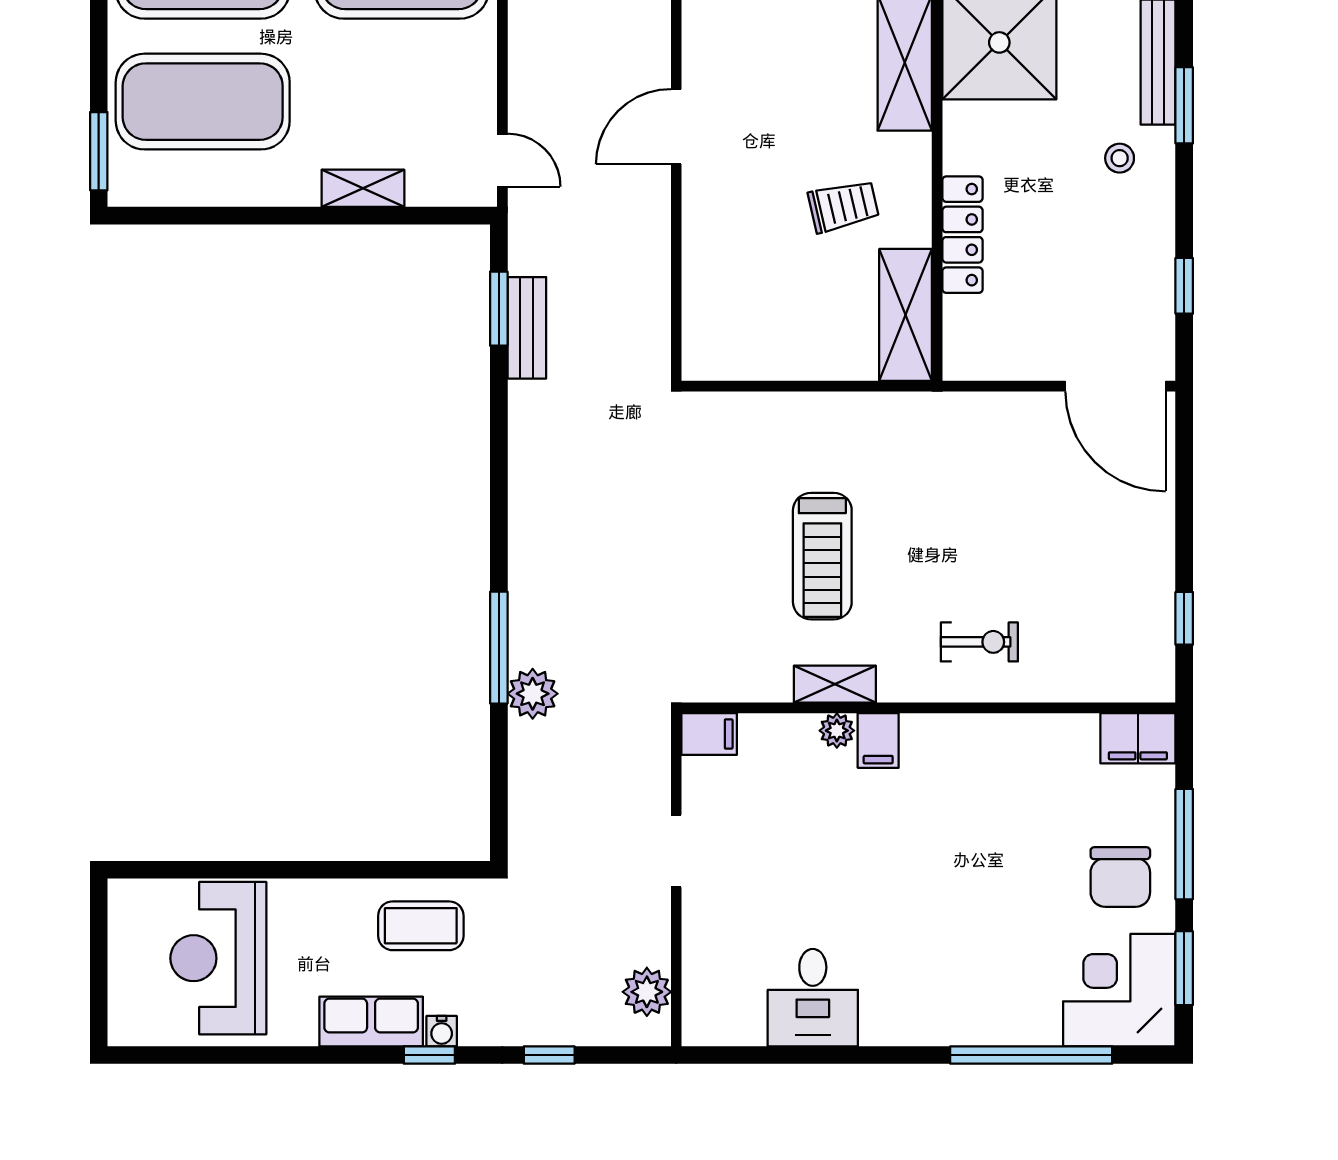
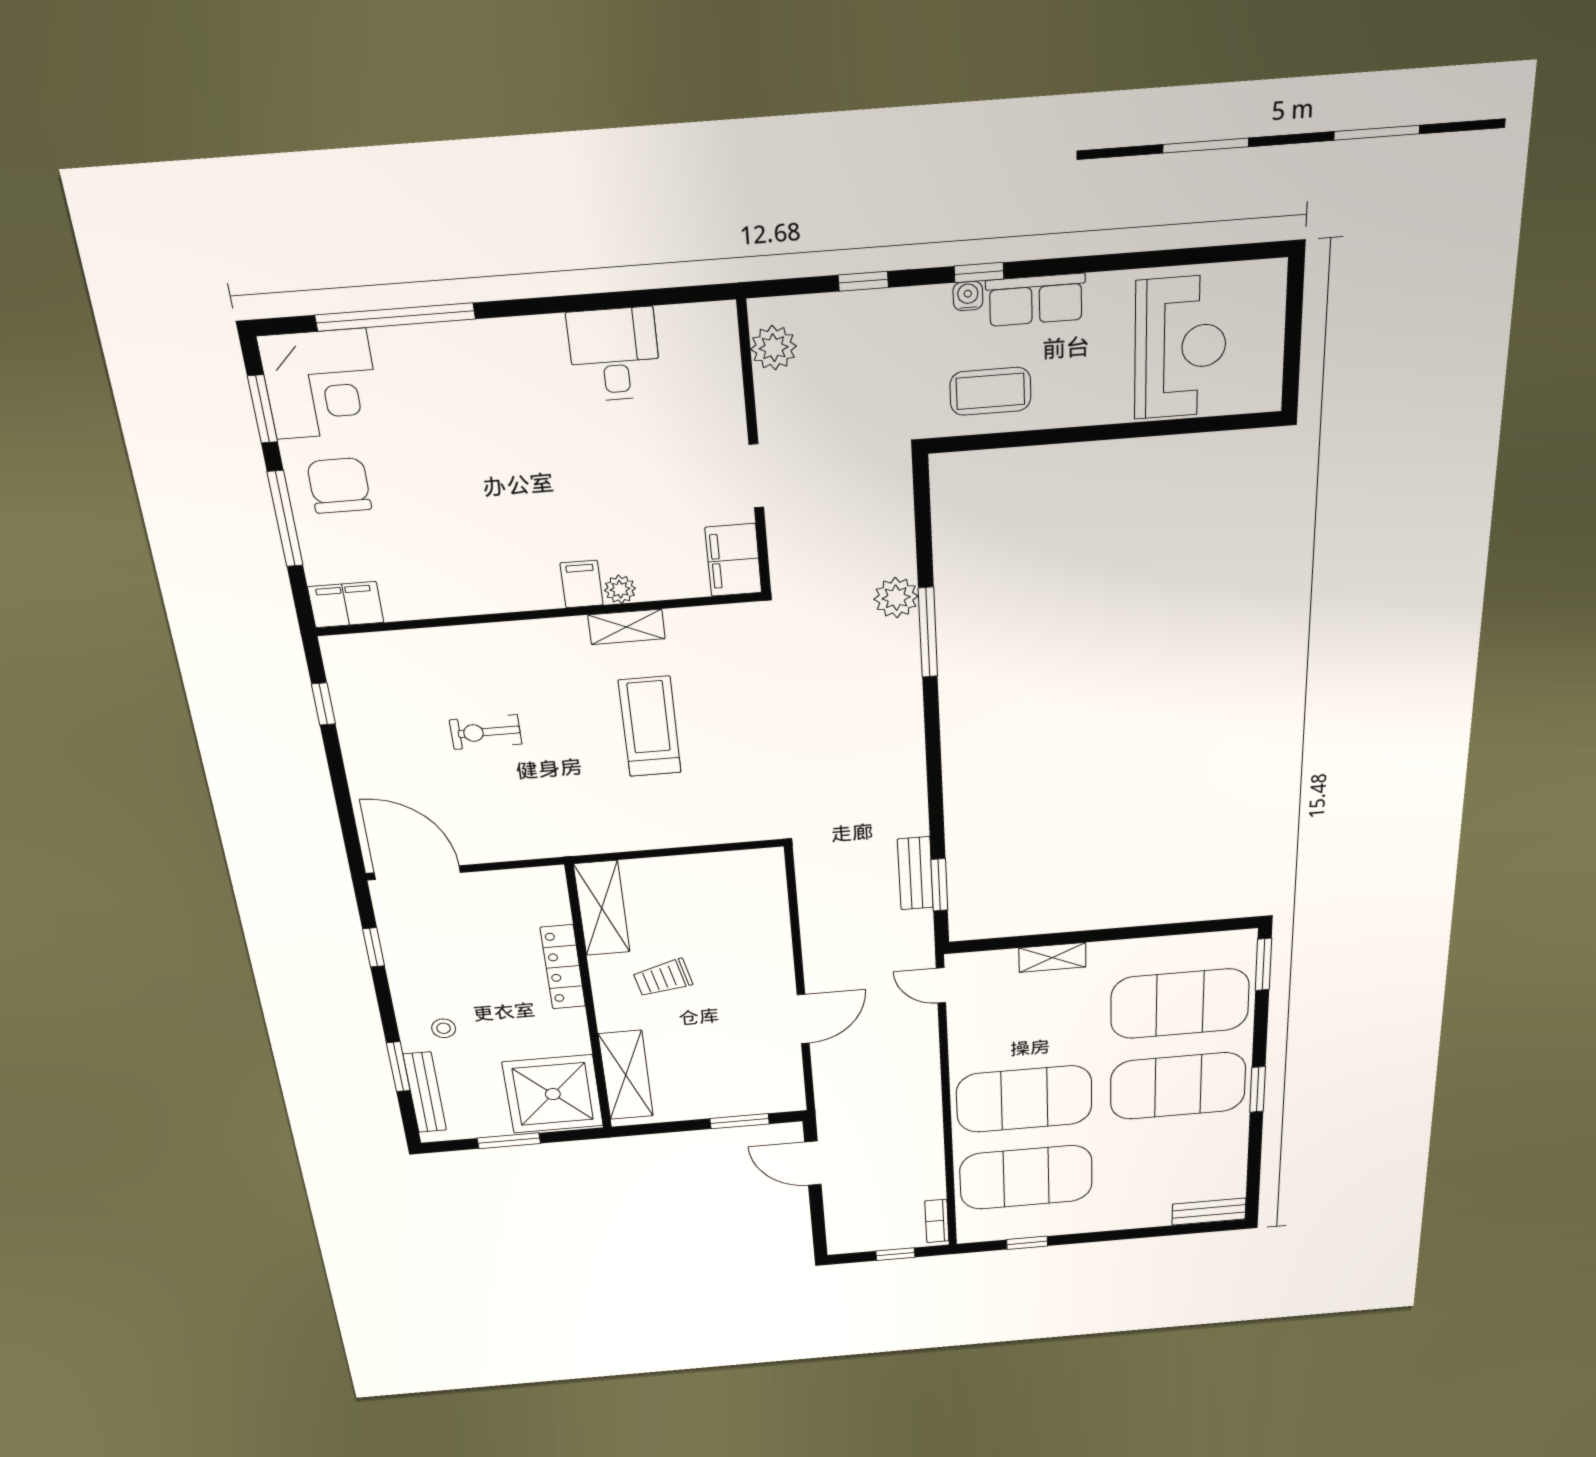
exercise bike: (979, 642) -> (486, 732), moved
filing cabinet: (709, 734) -> (733, 560), width x2.00

